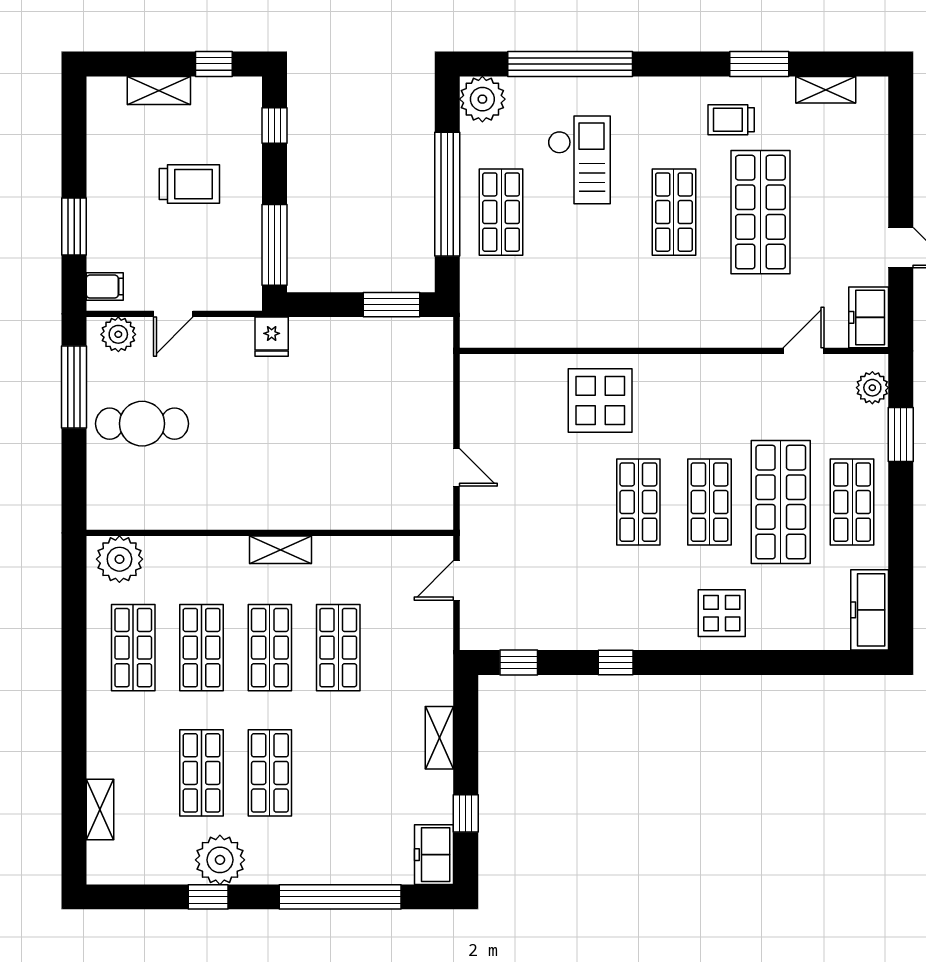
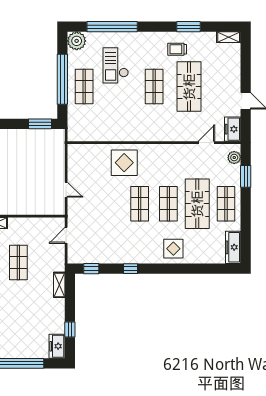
shelving: (826, 90) -> (229, 37), moved
checkout: (579, 160) -> (116, 65), turned 180
shelving: (439, 738) -> (59, 285), moved

